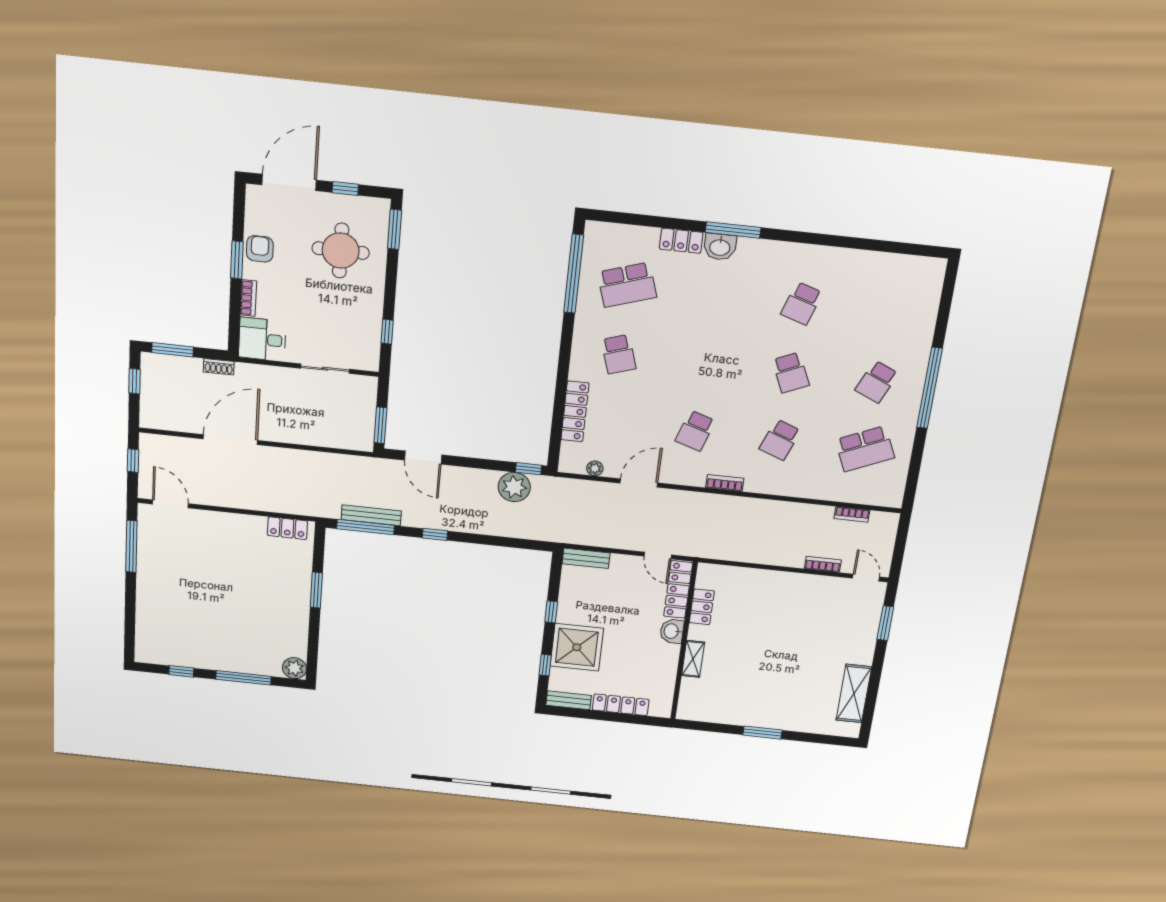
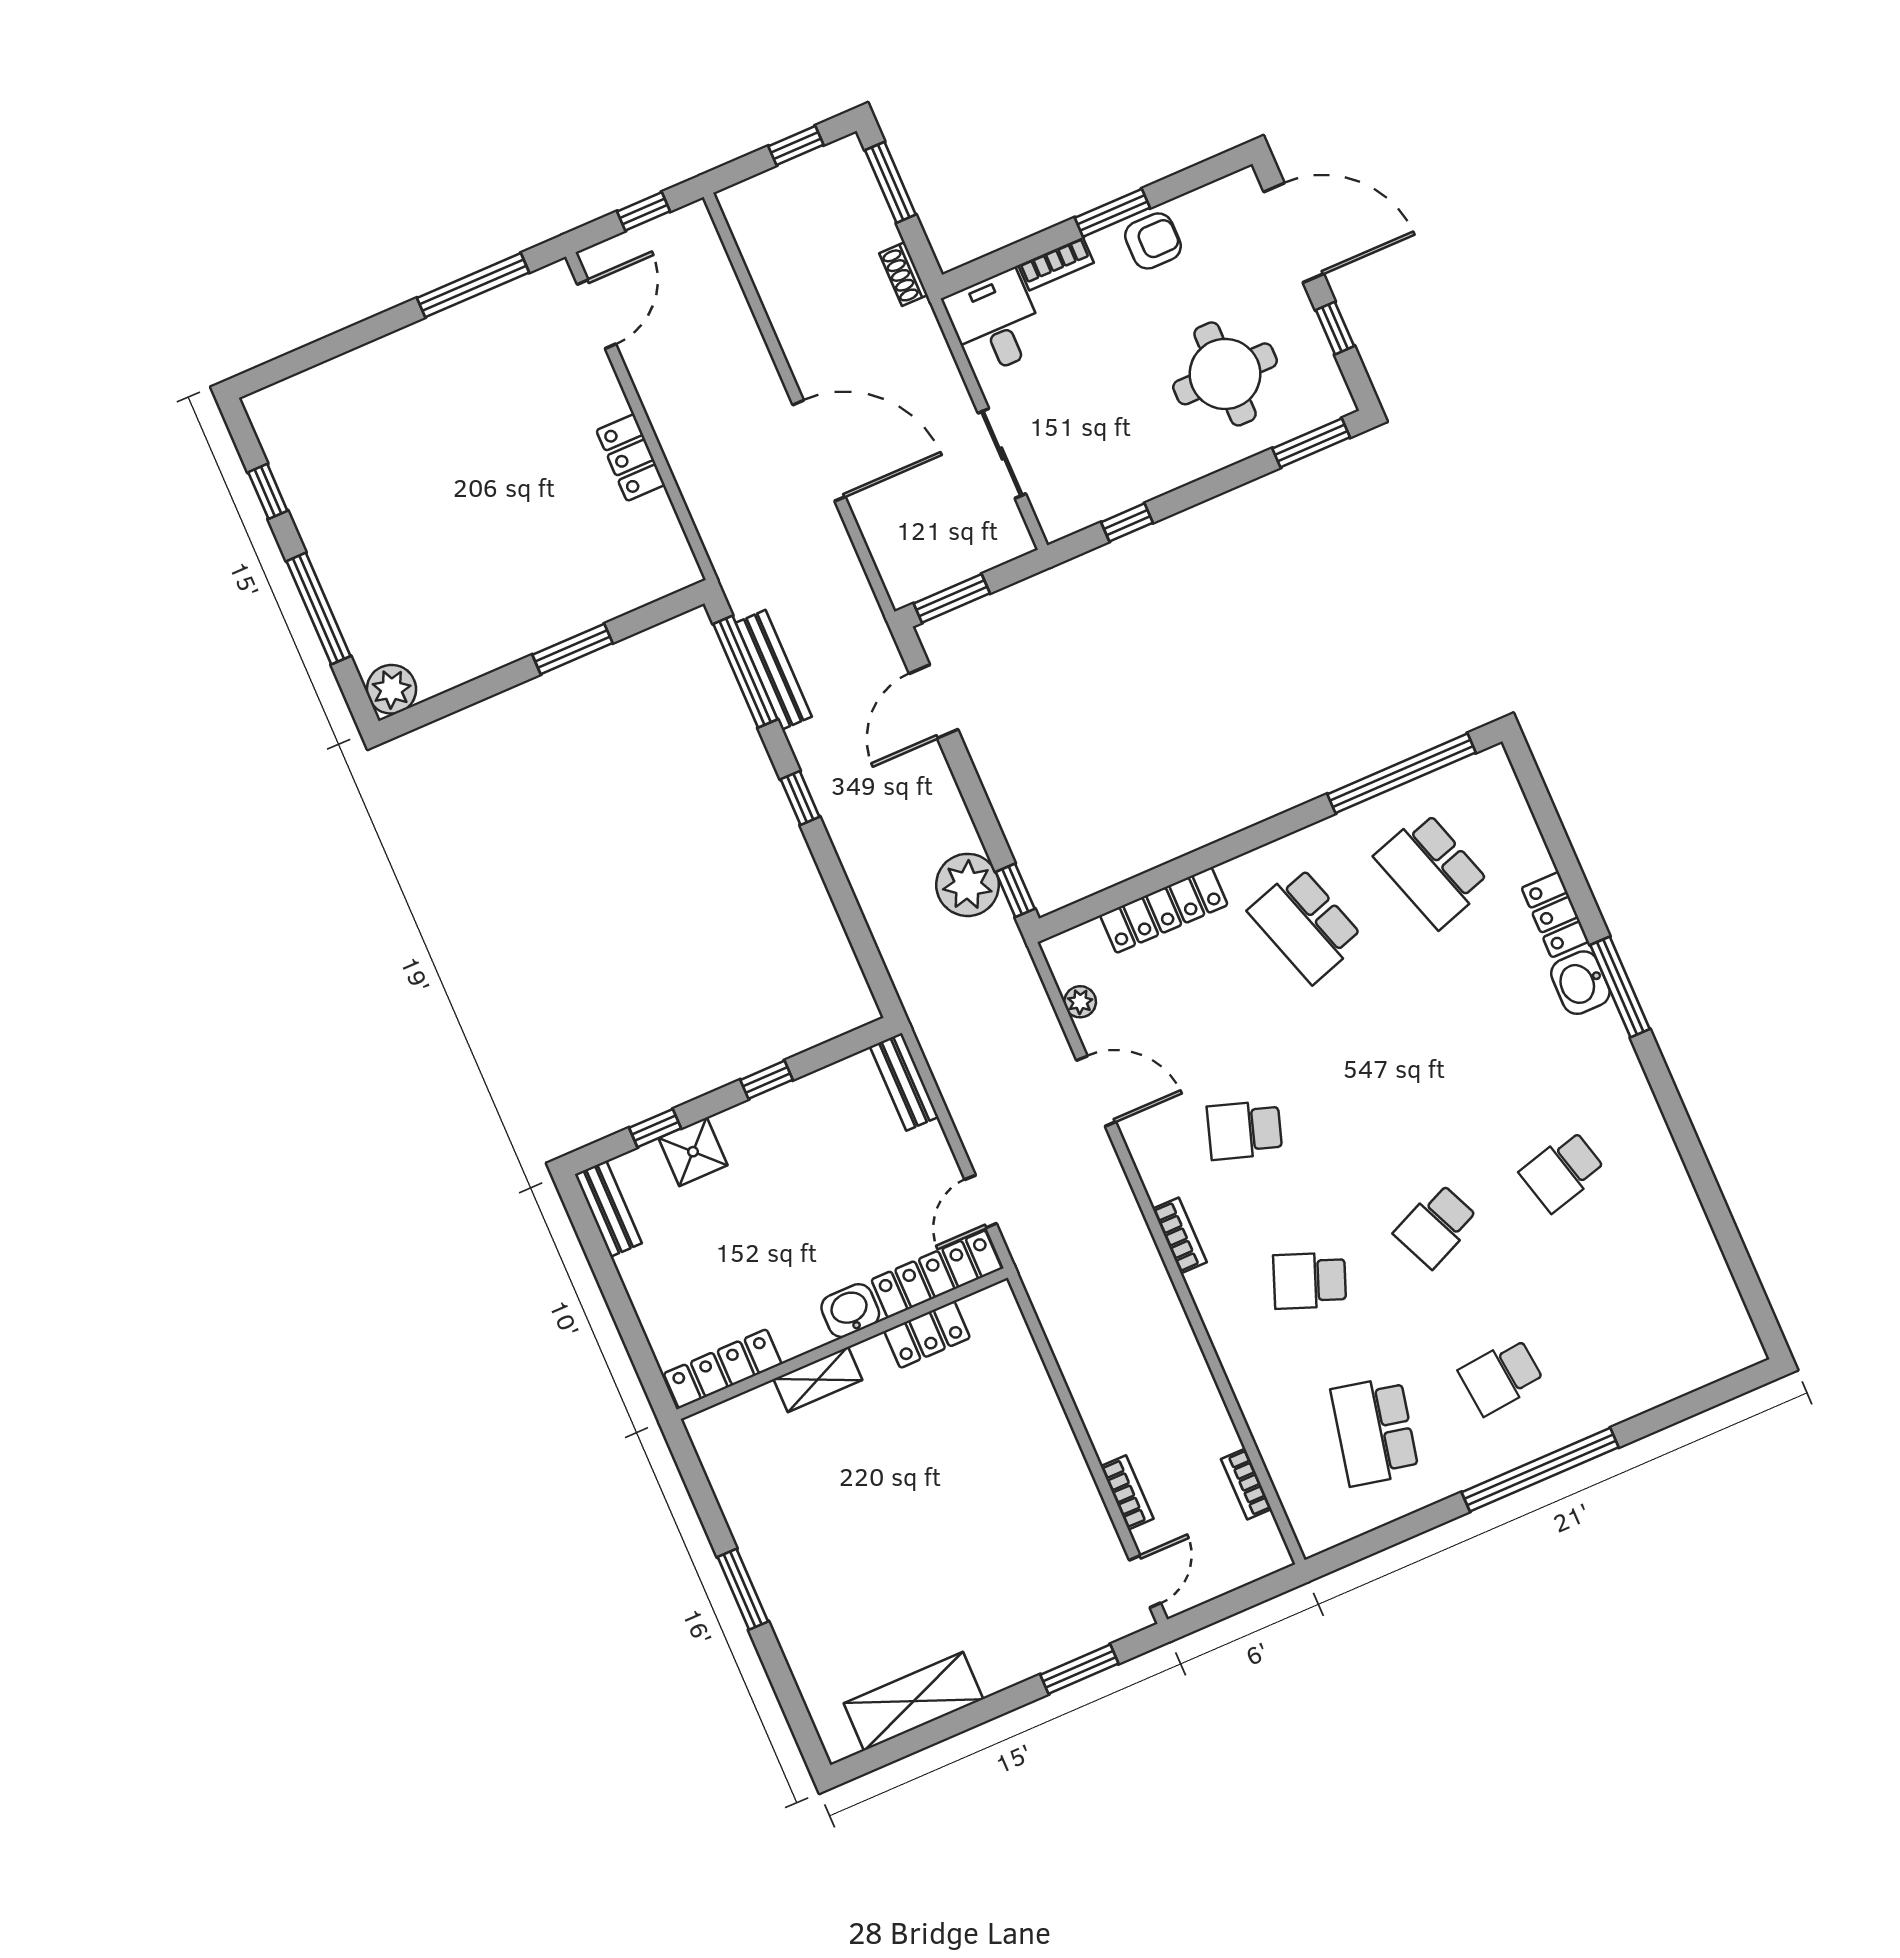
school desk: (802, 303) -> (1562, 1171), turned -33
school desk: (619, 354) -> (1306, 925), width x1.85
school desk: (877, 382) -> (1501, 1376), turned -30
door: (230, 440) -> (819, 451), moved
school desk: (865, 449) -> (1375, 1431), turned 36
locker: (287, 528) -> (631, 458), moved
shower: (577, 647) -> (693, 1152), width x0.54, depth x0.54
locker: (621, 705) -> (723, 1369), moved, turned -90

